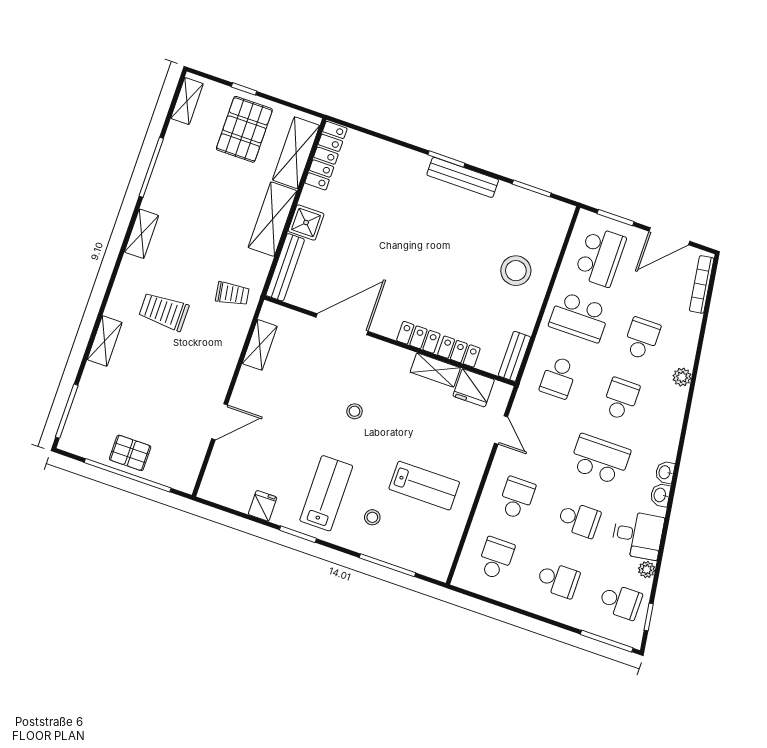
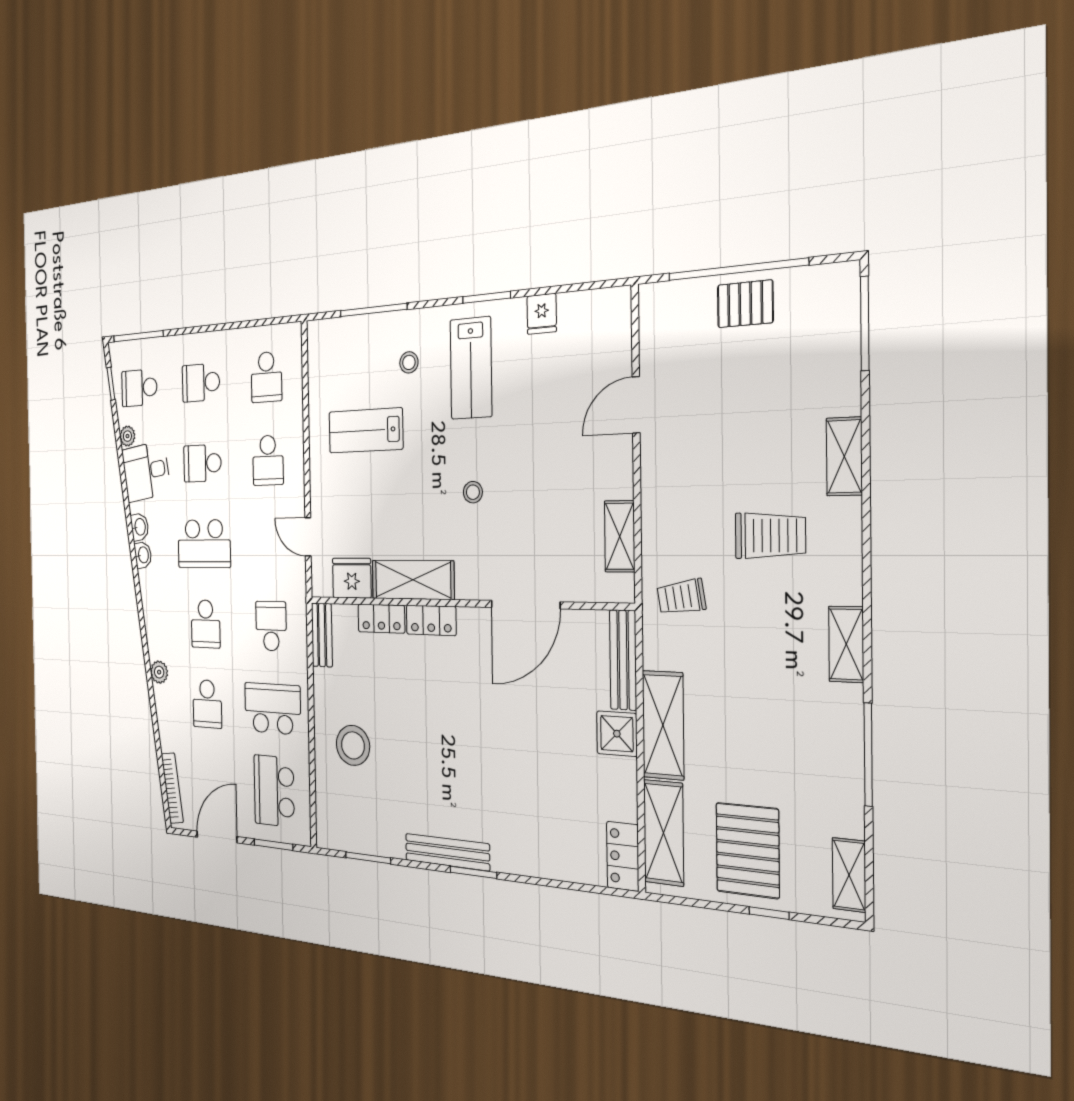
locker: (326, 156) -> (623, 856), width x0.66
shelving: (435, 370) -> (413, 580), width x1.50, depth x1.33

